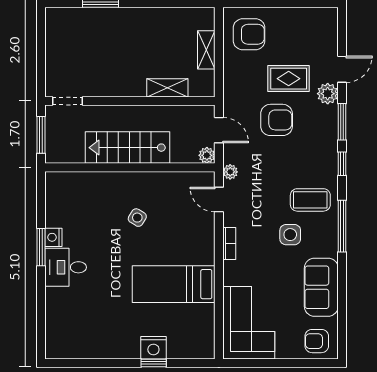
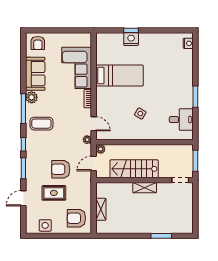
shelving: (167, 88) -> (145, 188), moved
plant: (328, 94) -> (32, 97), moved
door: (219, 130) -> (94, 163), hinge flipped
stairs: (128, 148) -> (134, 169), moved, turned 180
side table: (290, 235) -> (45, 225), moved
nightstand: (53, 237) -> (188, 43), moved
desk: (66, 267) -> (181, 120), moved
corner sofa: (249, 323) -> (77, 68), moved
armchair: (317, 341) -> (38, 43), turned 90

